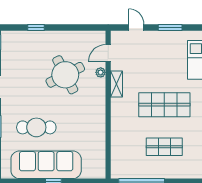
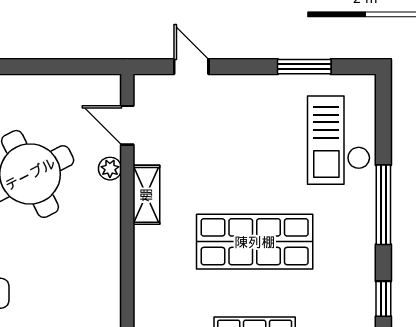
window: (170, 27) -> (304, 67), moved
door: (108, 53) -> (127, 125), hinge flipped

